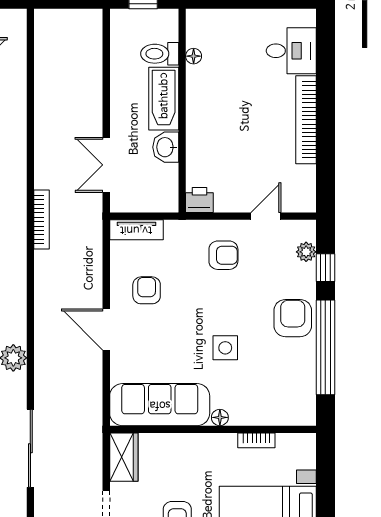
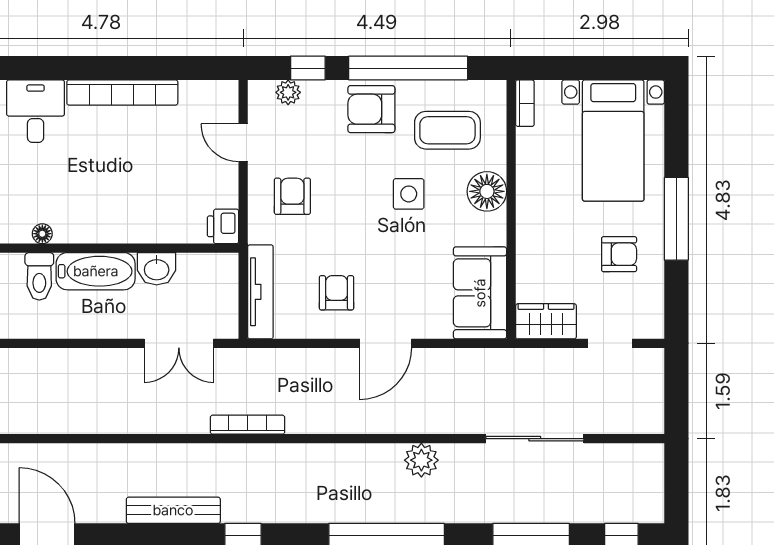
tv unit: (136, 230) -> (260, 292), width x1.41
armchair: (147, 290) -> (337, 293), turned 90
coffee table: (276, 379) -> (447, 130), added
sofa: (160, 405) -> (480, 293), width x0.73
floor lamp: (220, 417) -> (487, 191), width x1.89, depth x1.89
bookcase: (256, 440) -> (525, 103), moved

